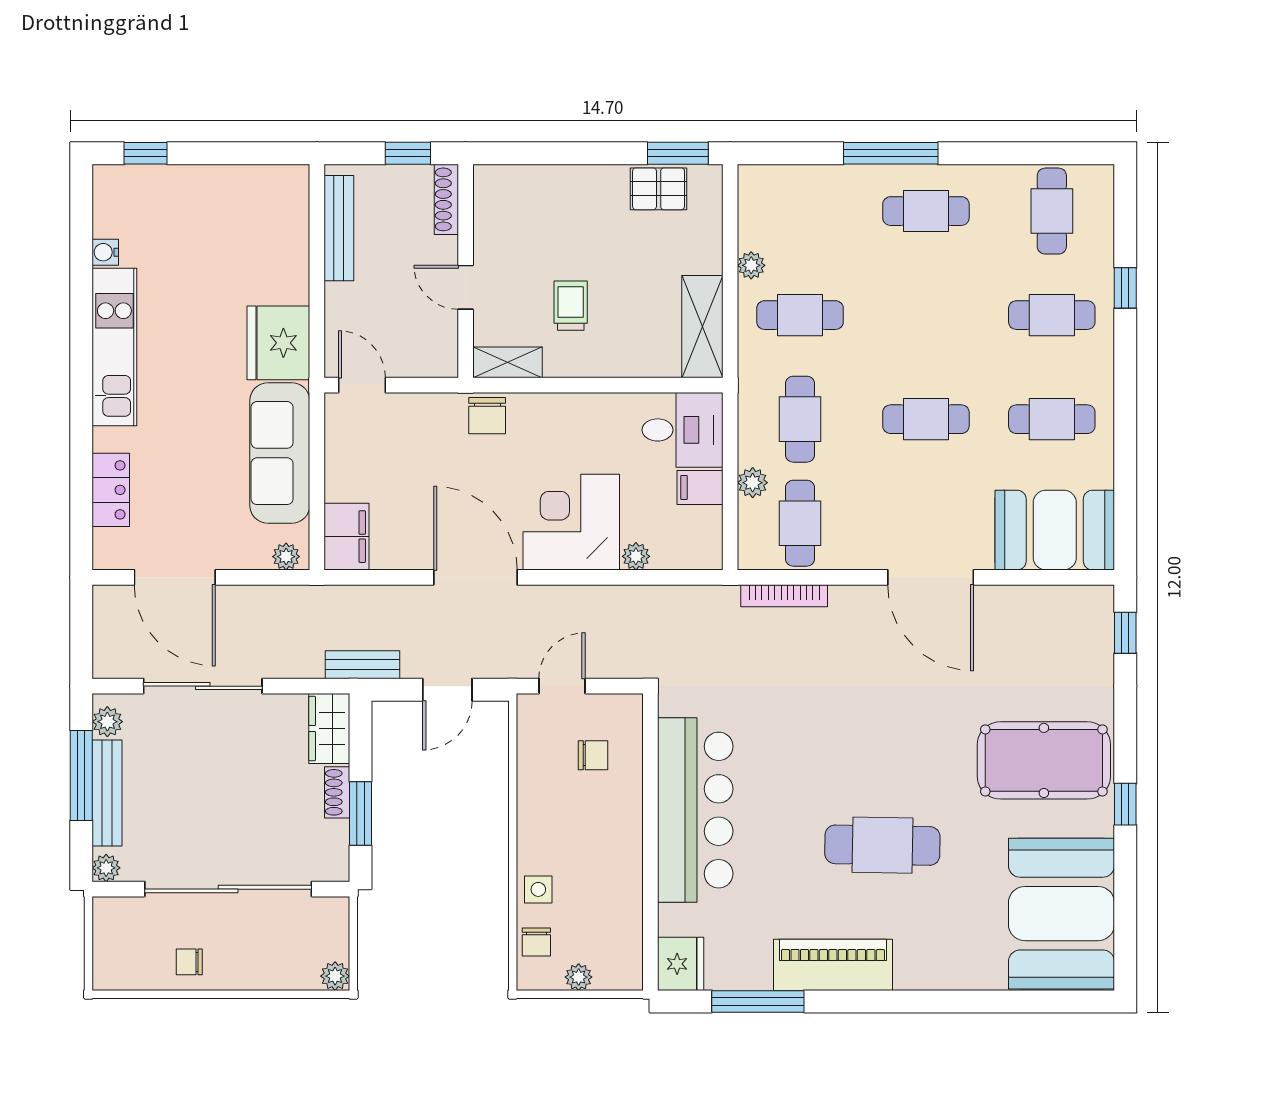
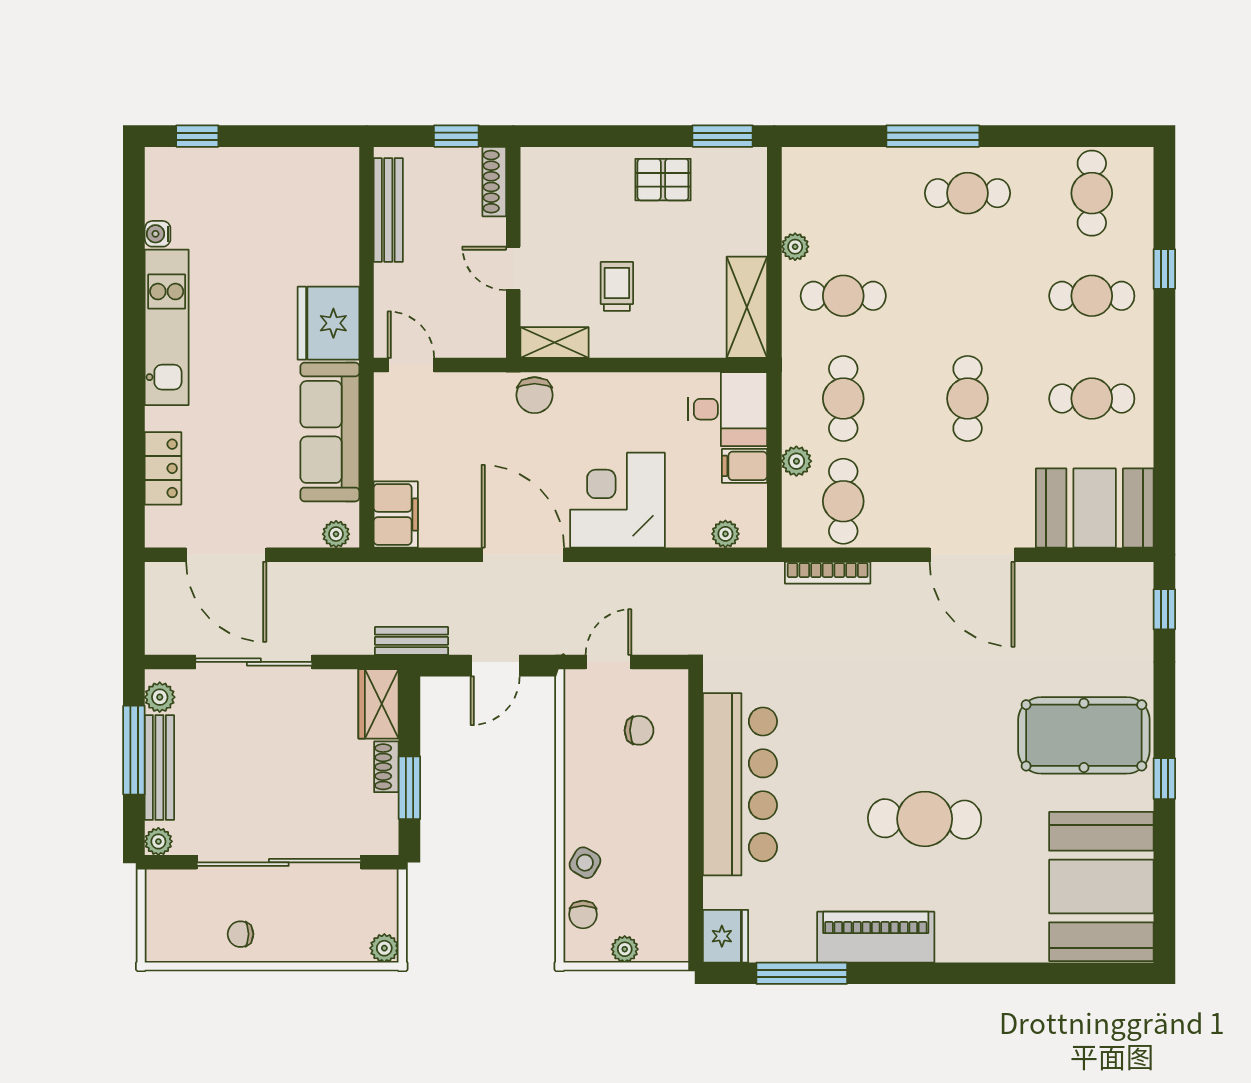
pallet: (659, 189) -> (663, 180), moved
cafe table: (926, 419) -> (968, 399), turned 90
plant: (636, 556) -> (725, 534), moved
side table: (538, 889) -> (585, 863), turned 30

